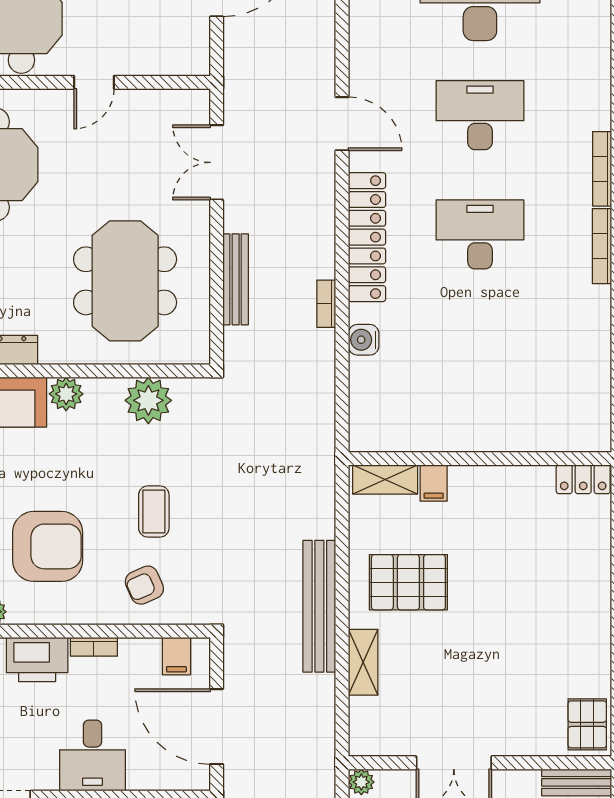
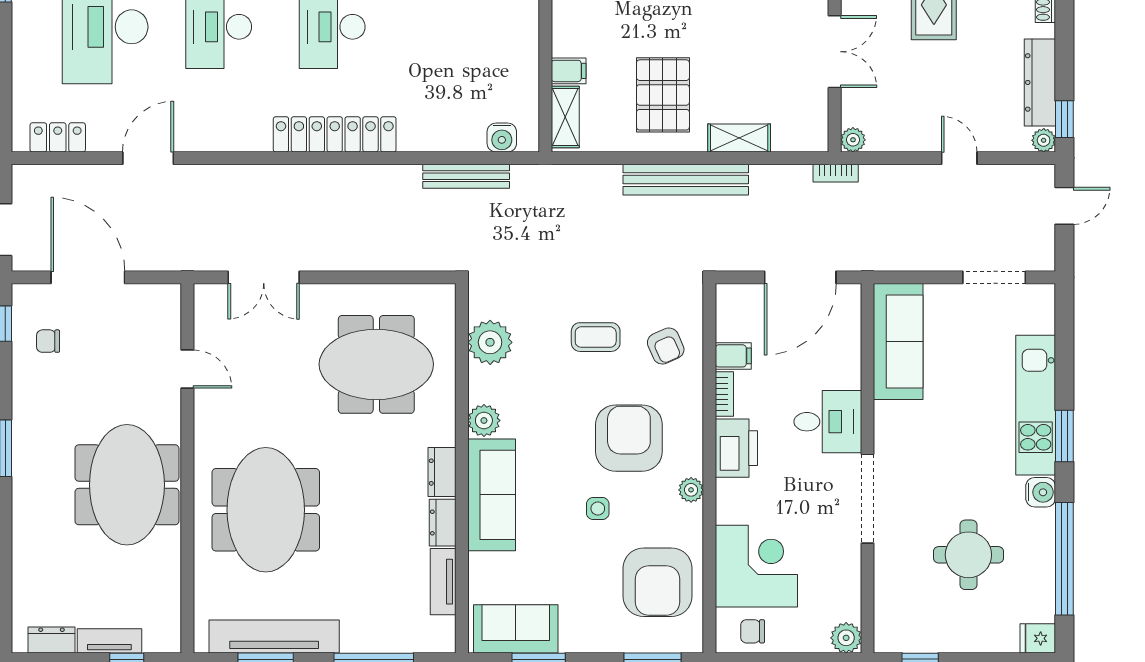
door: (94, 82) -> (187, 369), moved
door: (342, 124) -> (148, 158), moved
bench: (236, 279) -> (466, 176), moved
bookcase: (326, 304) -> (836, 173), moved
water cooler: (364, 340) -> (502, 138), moved
filing cabinet: (176, 656) -> (733, 356), moved
desk: (92, 756) -> (828, 422), moved

